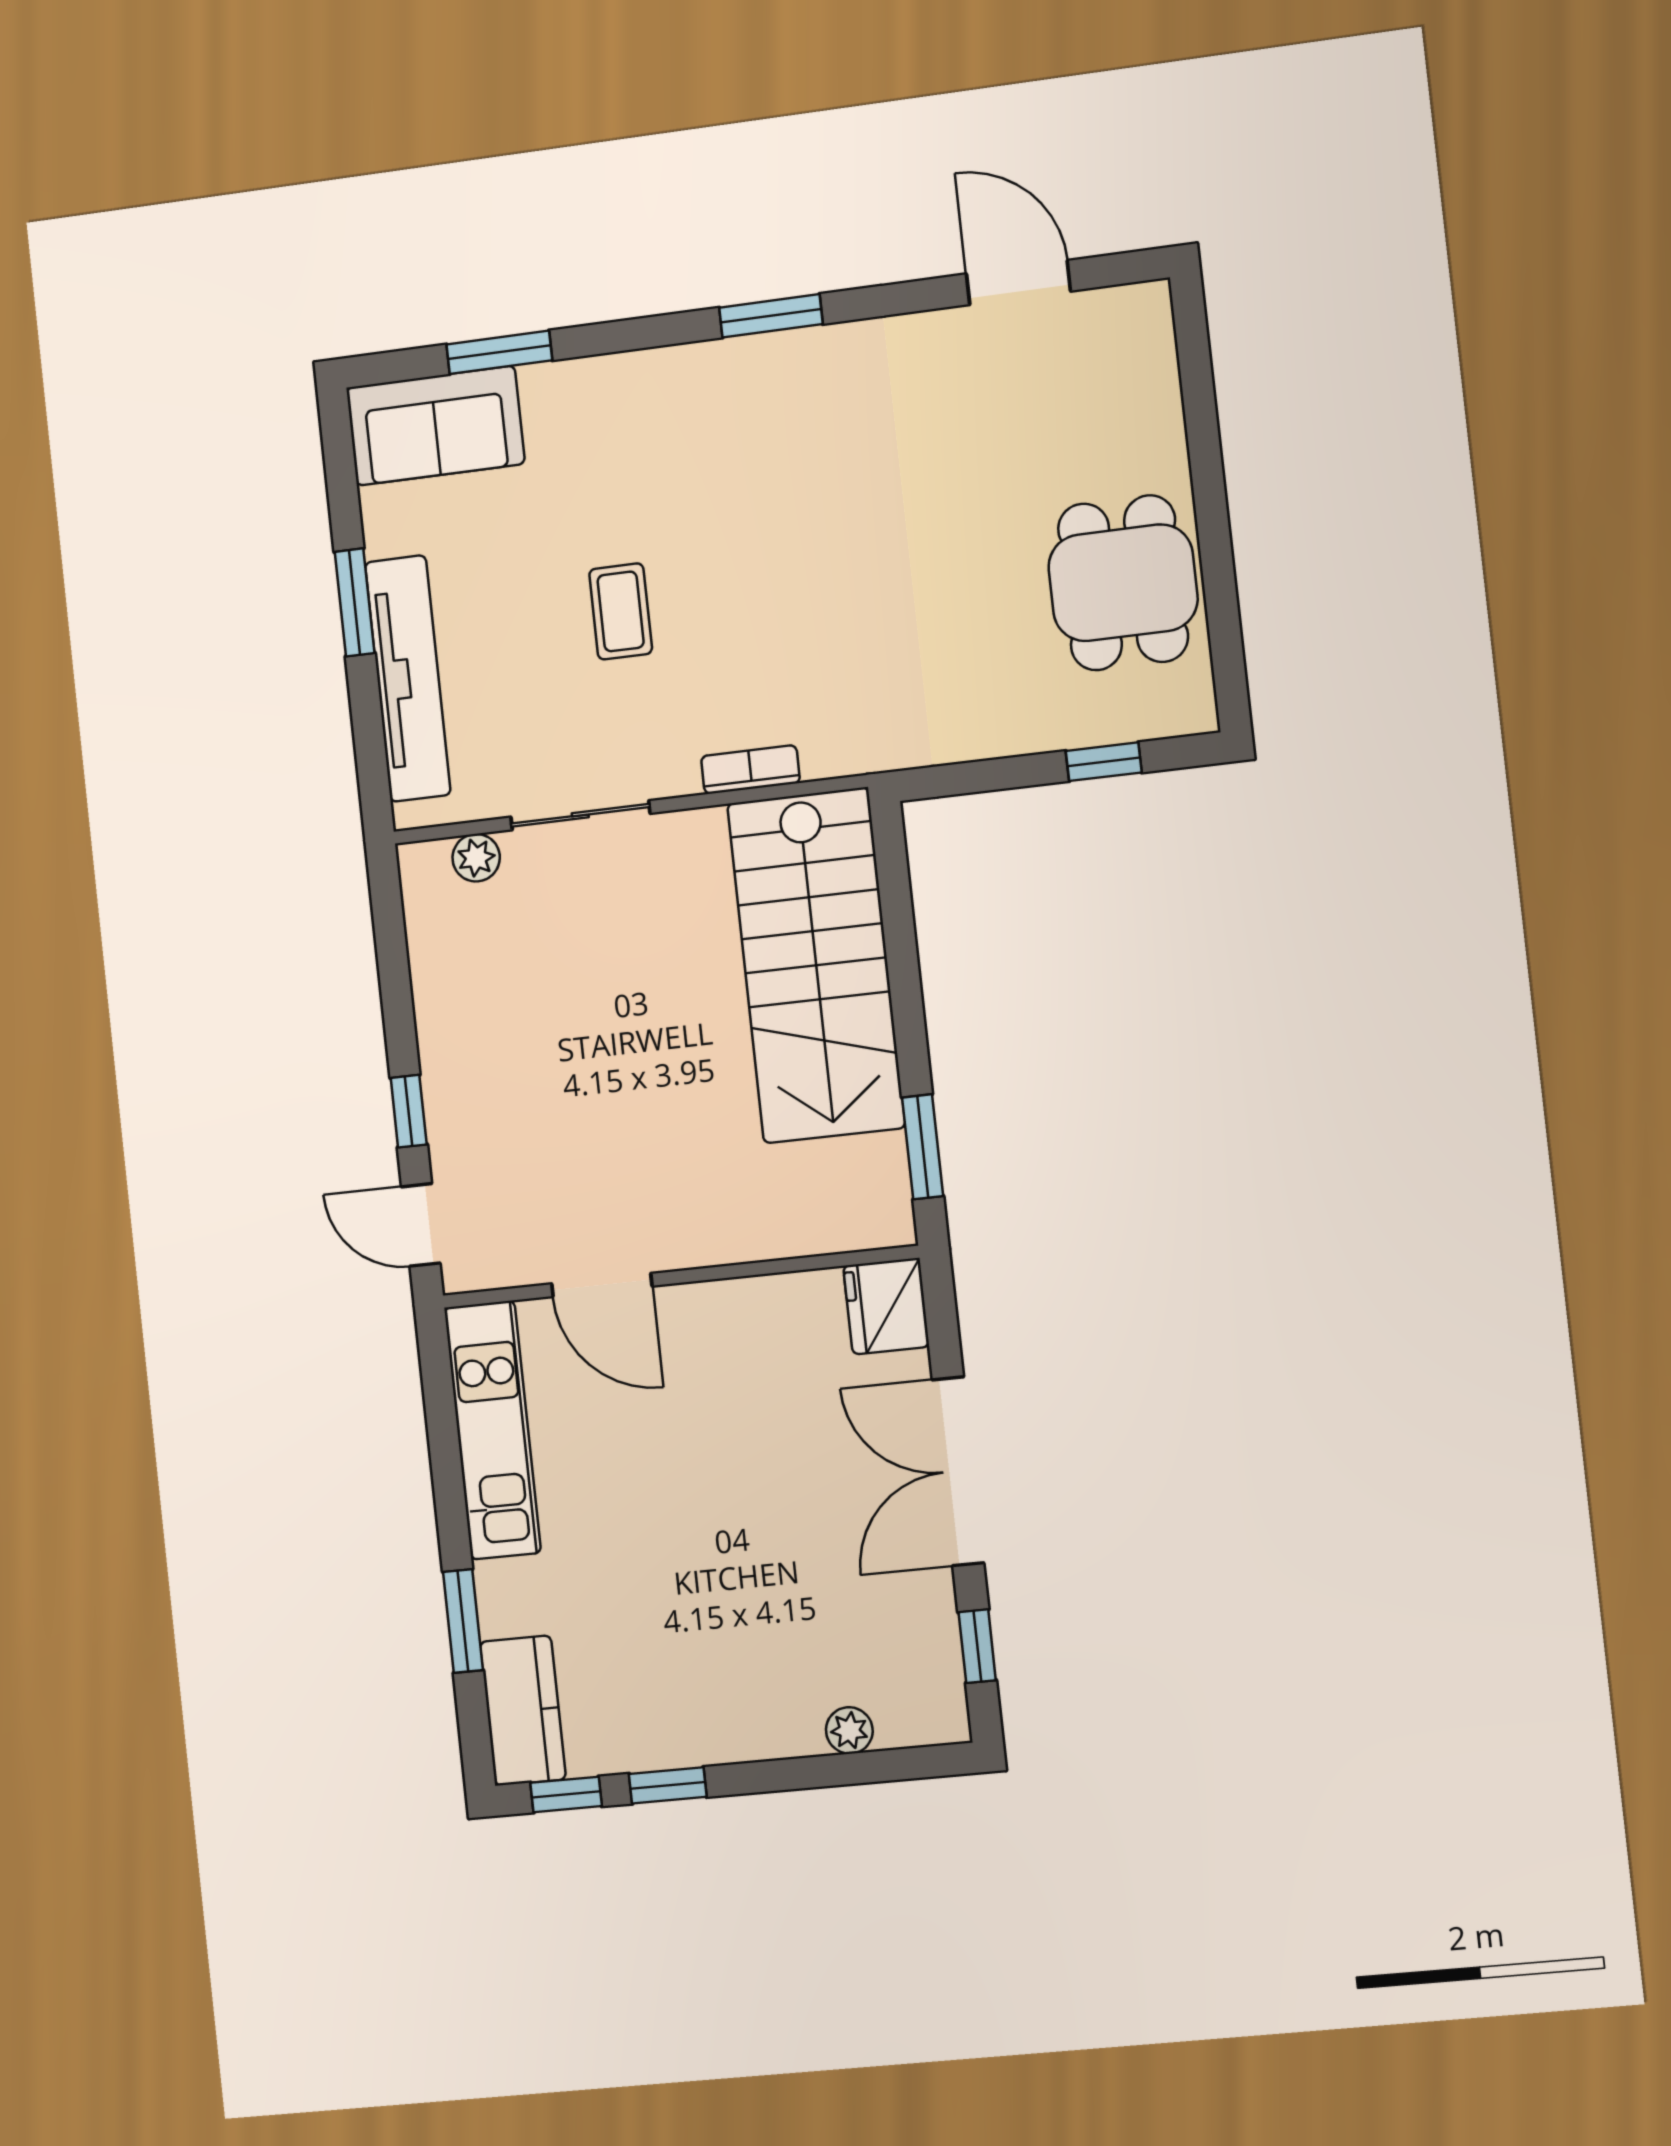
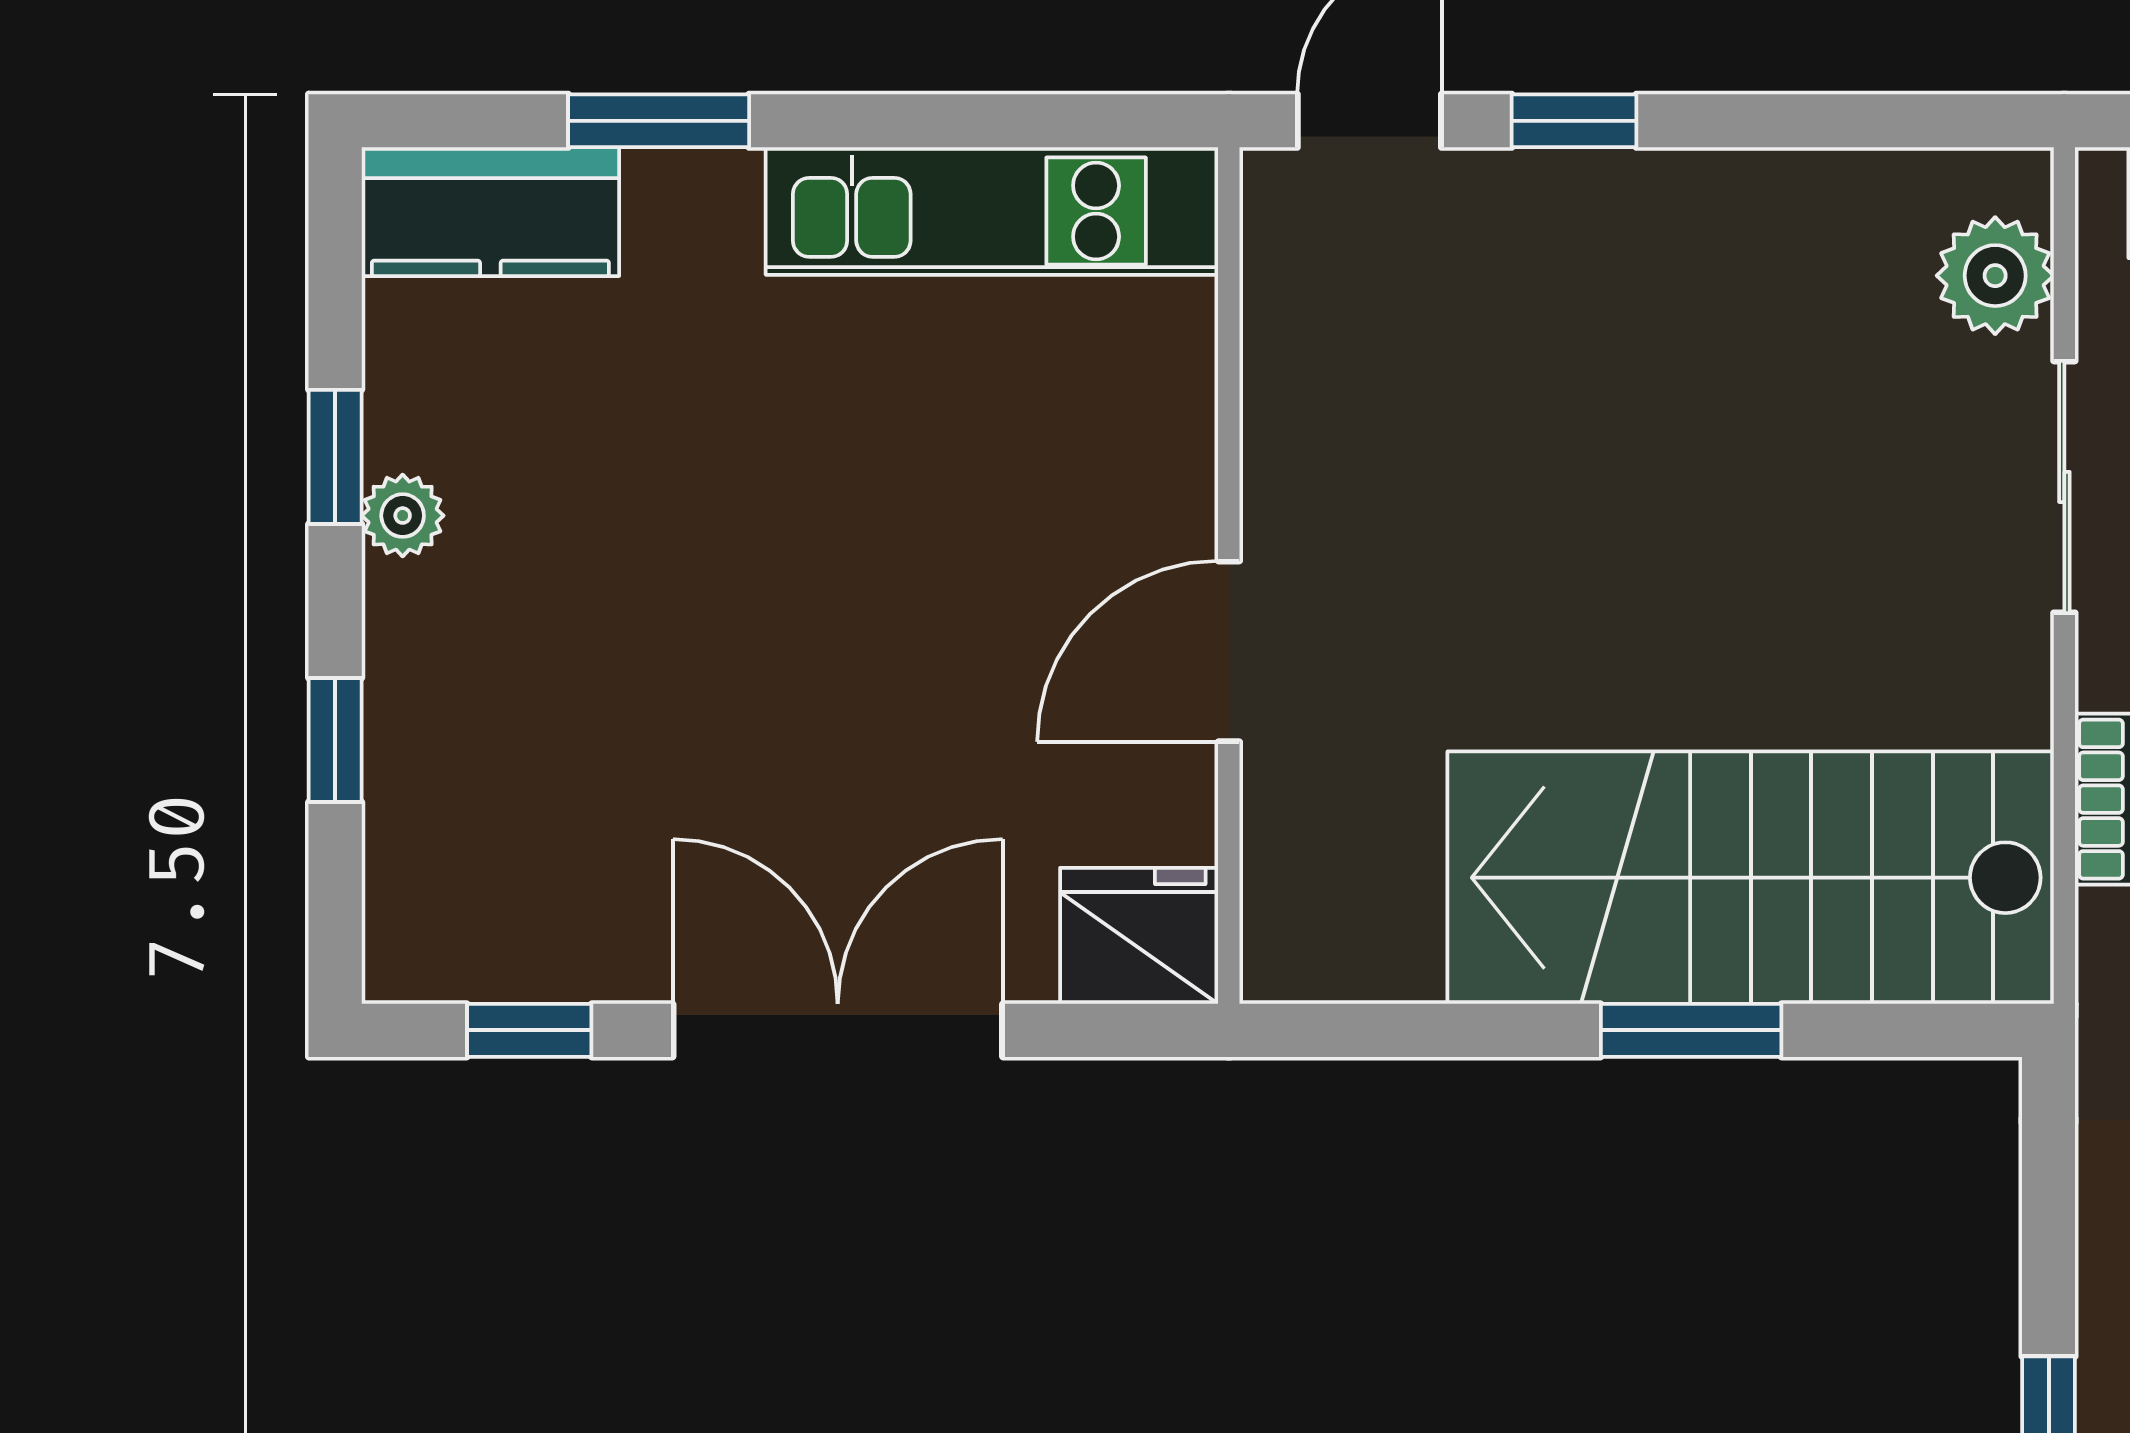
plant: (476, 858) -> (1995, 276), width x1.38, depth x1.38
window: (923, 1147) -> (1691, 1030), moved
door: (602, 1285) -> (1229, 651), moved
plant: (849, 1730) -> (403, 516), moved
window: (566, 1794) -> (335, 740), moved

